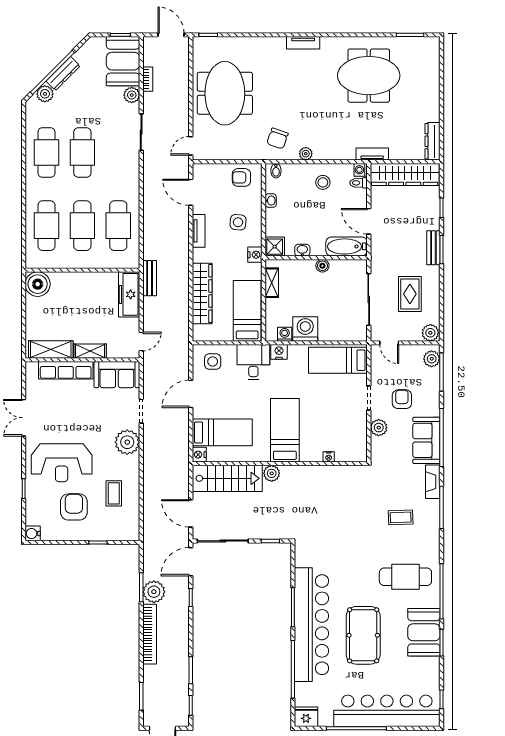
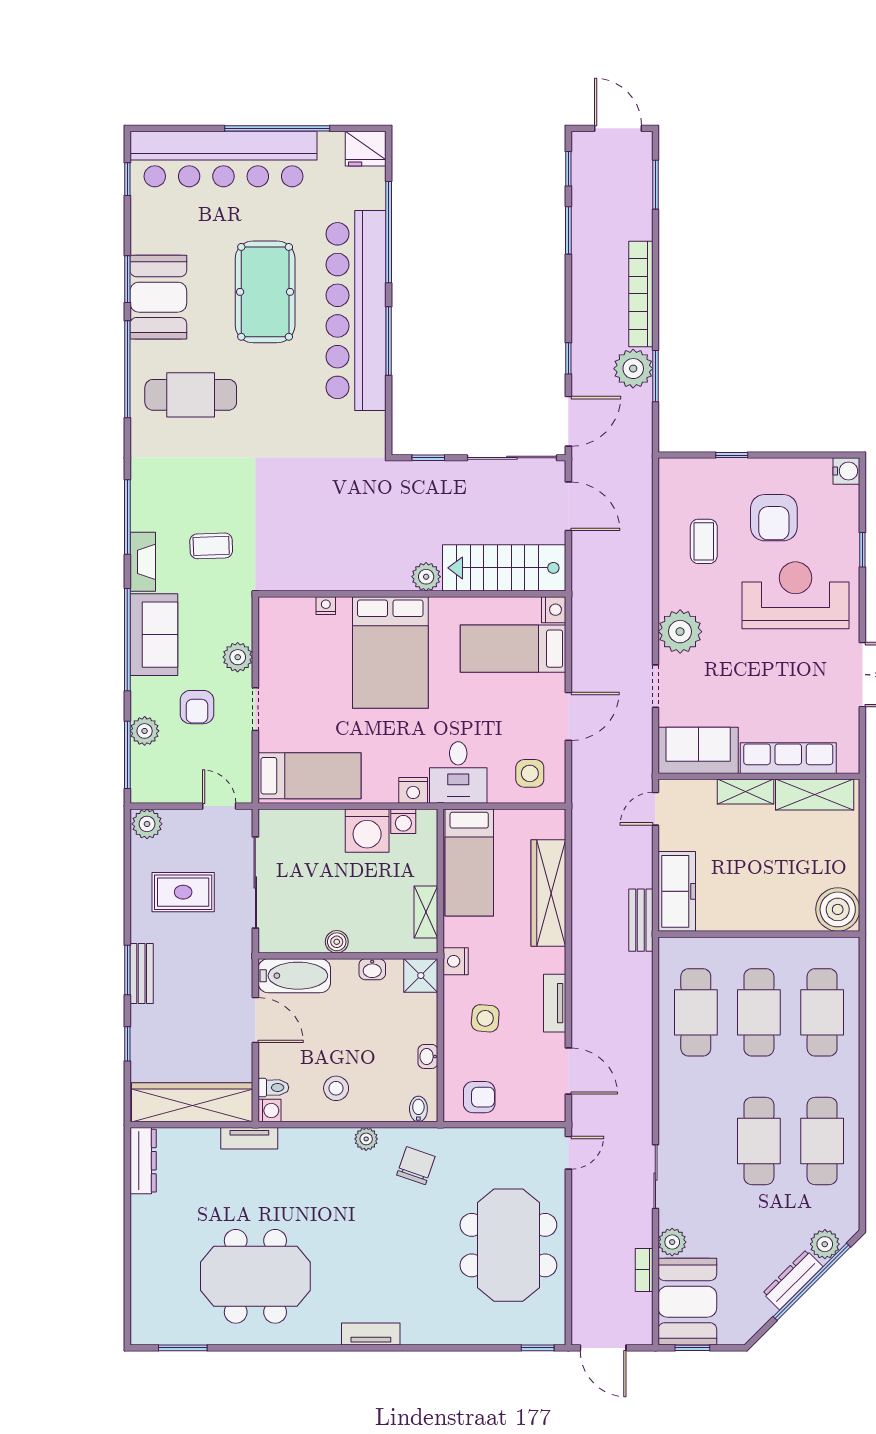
rug: (410, 294) -> (183, 892), turned 90
plant: (432, 359) -> (145, 731), moved
bed: (285, 430) -> (390, 653), width x1.50
coffee table: (401, 517) -> (211, 546), moved

